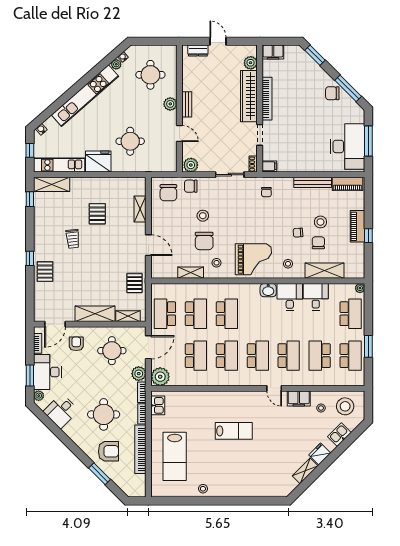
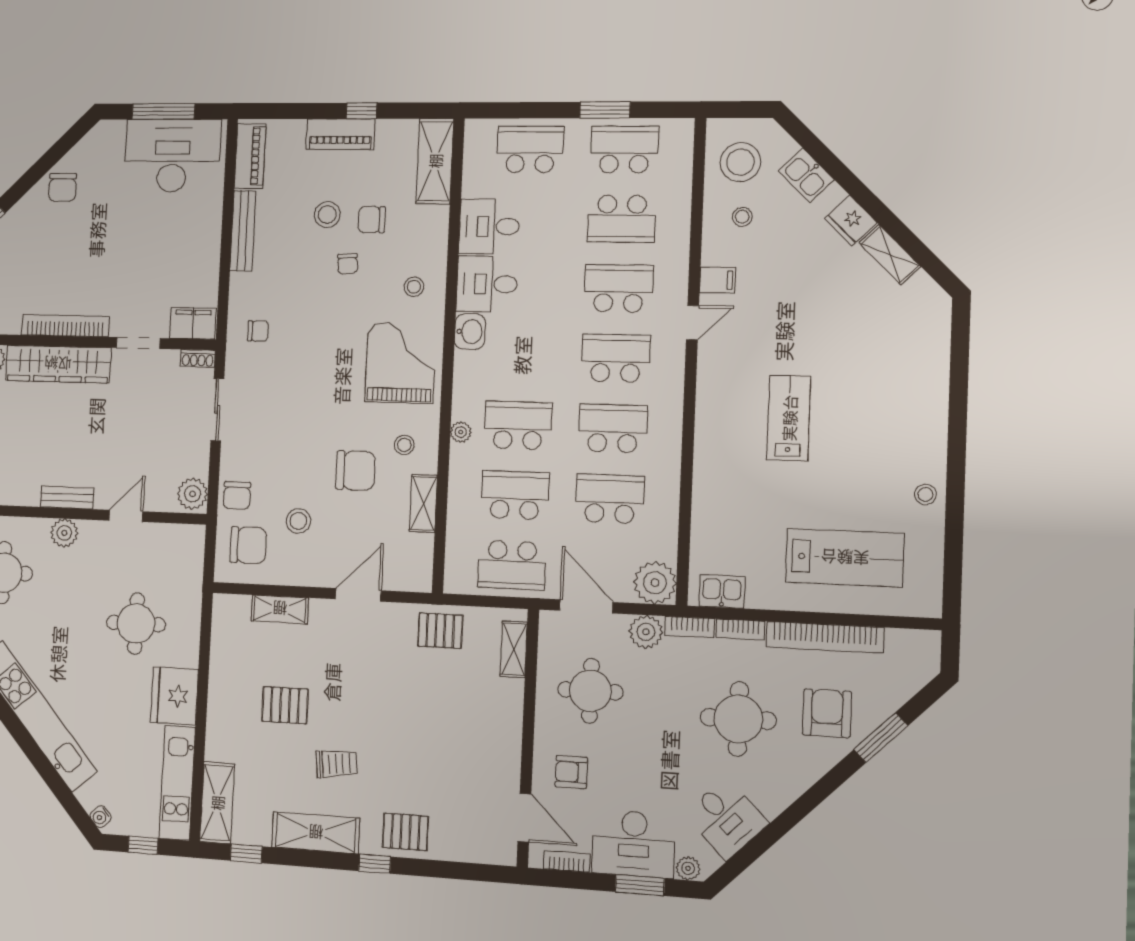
window: (348, 88) -> (55, 154), removed
filing cabinet: (269, 166) -> (193, 323), width x2.00
stool: (203, 216) -> (298, 521), moved
shelving: (325, 271) -> (435, 161), moved
plant: (360, 288) -> (461, 432), moved
shelving: (95, 314) -> (316, 833), moved, turned 90
filing cabinet: (299, 398) -> (718, 280), width x0.50

